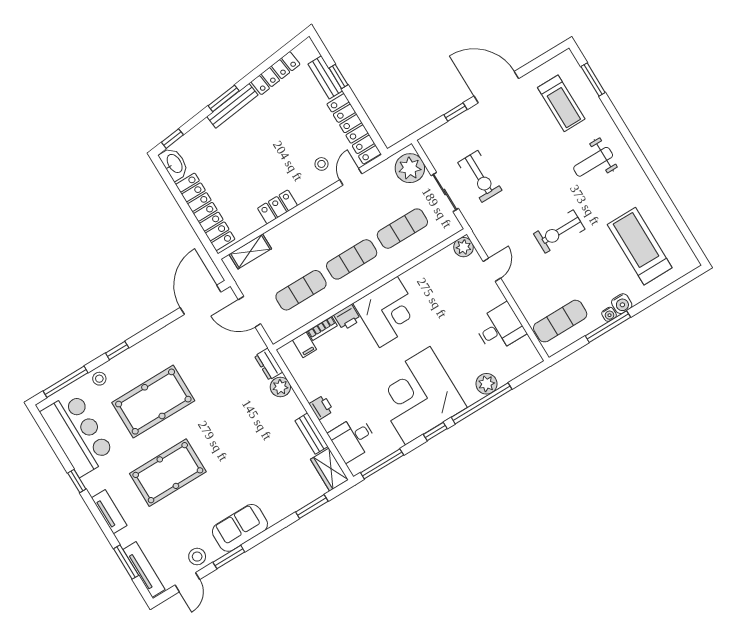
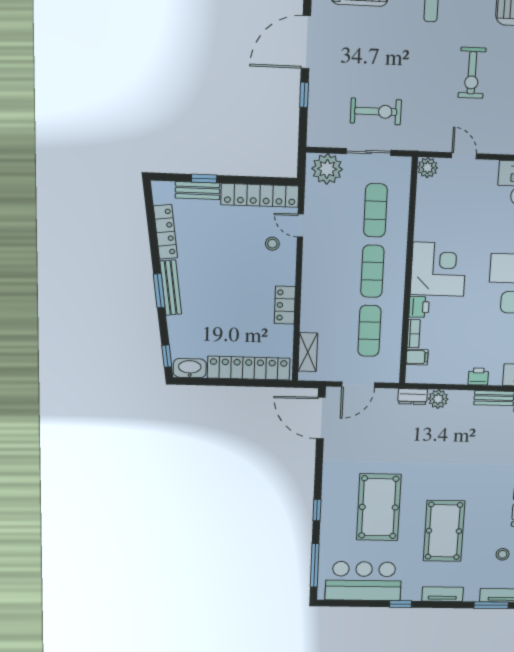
stool: (99, 379) -> (503, 554), moved

